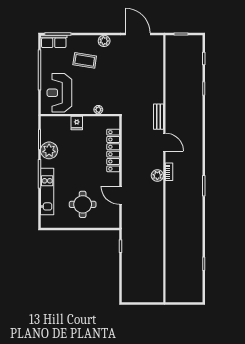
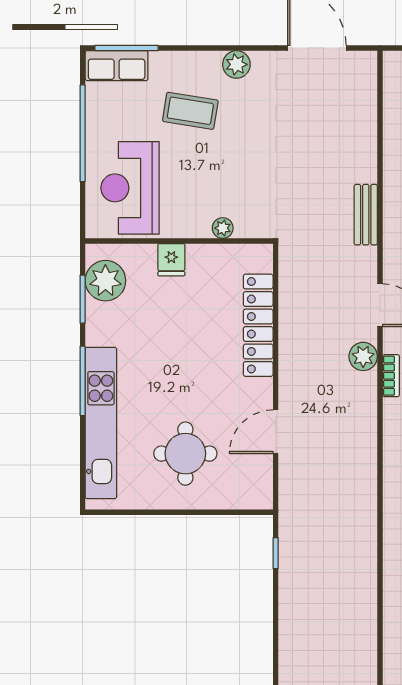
bench: (158, 117) -> (366, 215), moved
plant: (49, 150) -> (105, 281), moved
plant: (157, 175) -> (363, 356), moved
kitchen unit: (47, 192) -> (101, 423), width x1.36
door: (121, 195) -> (276, 432), hinge flipped

